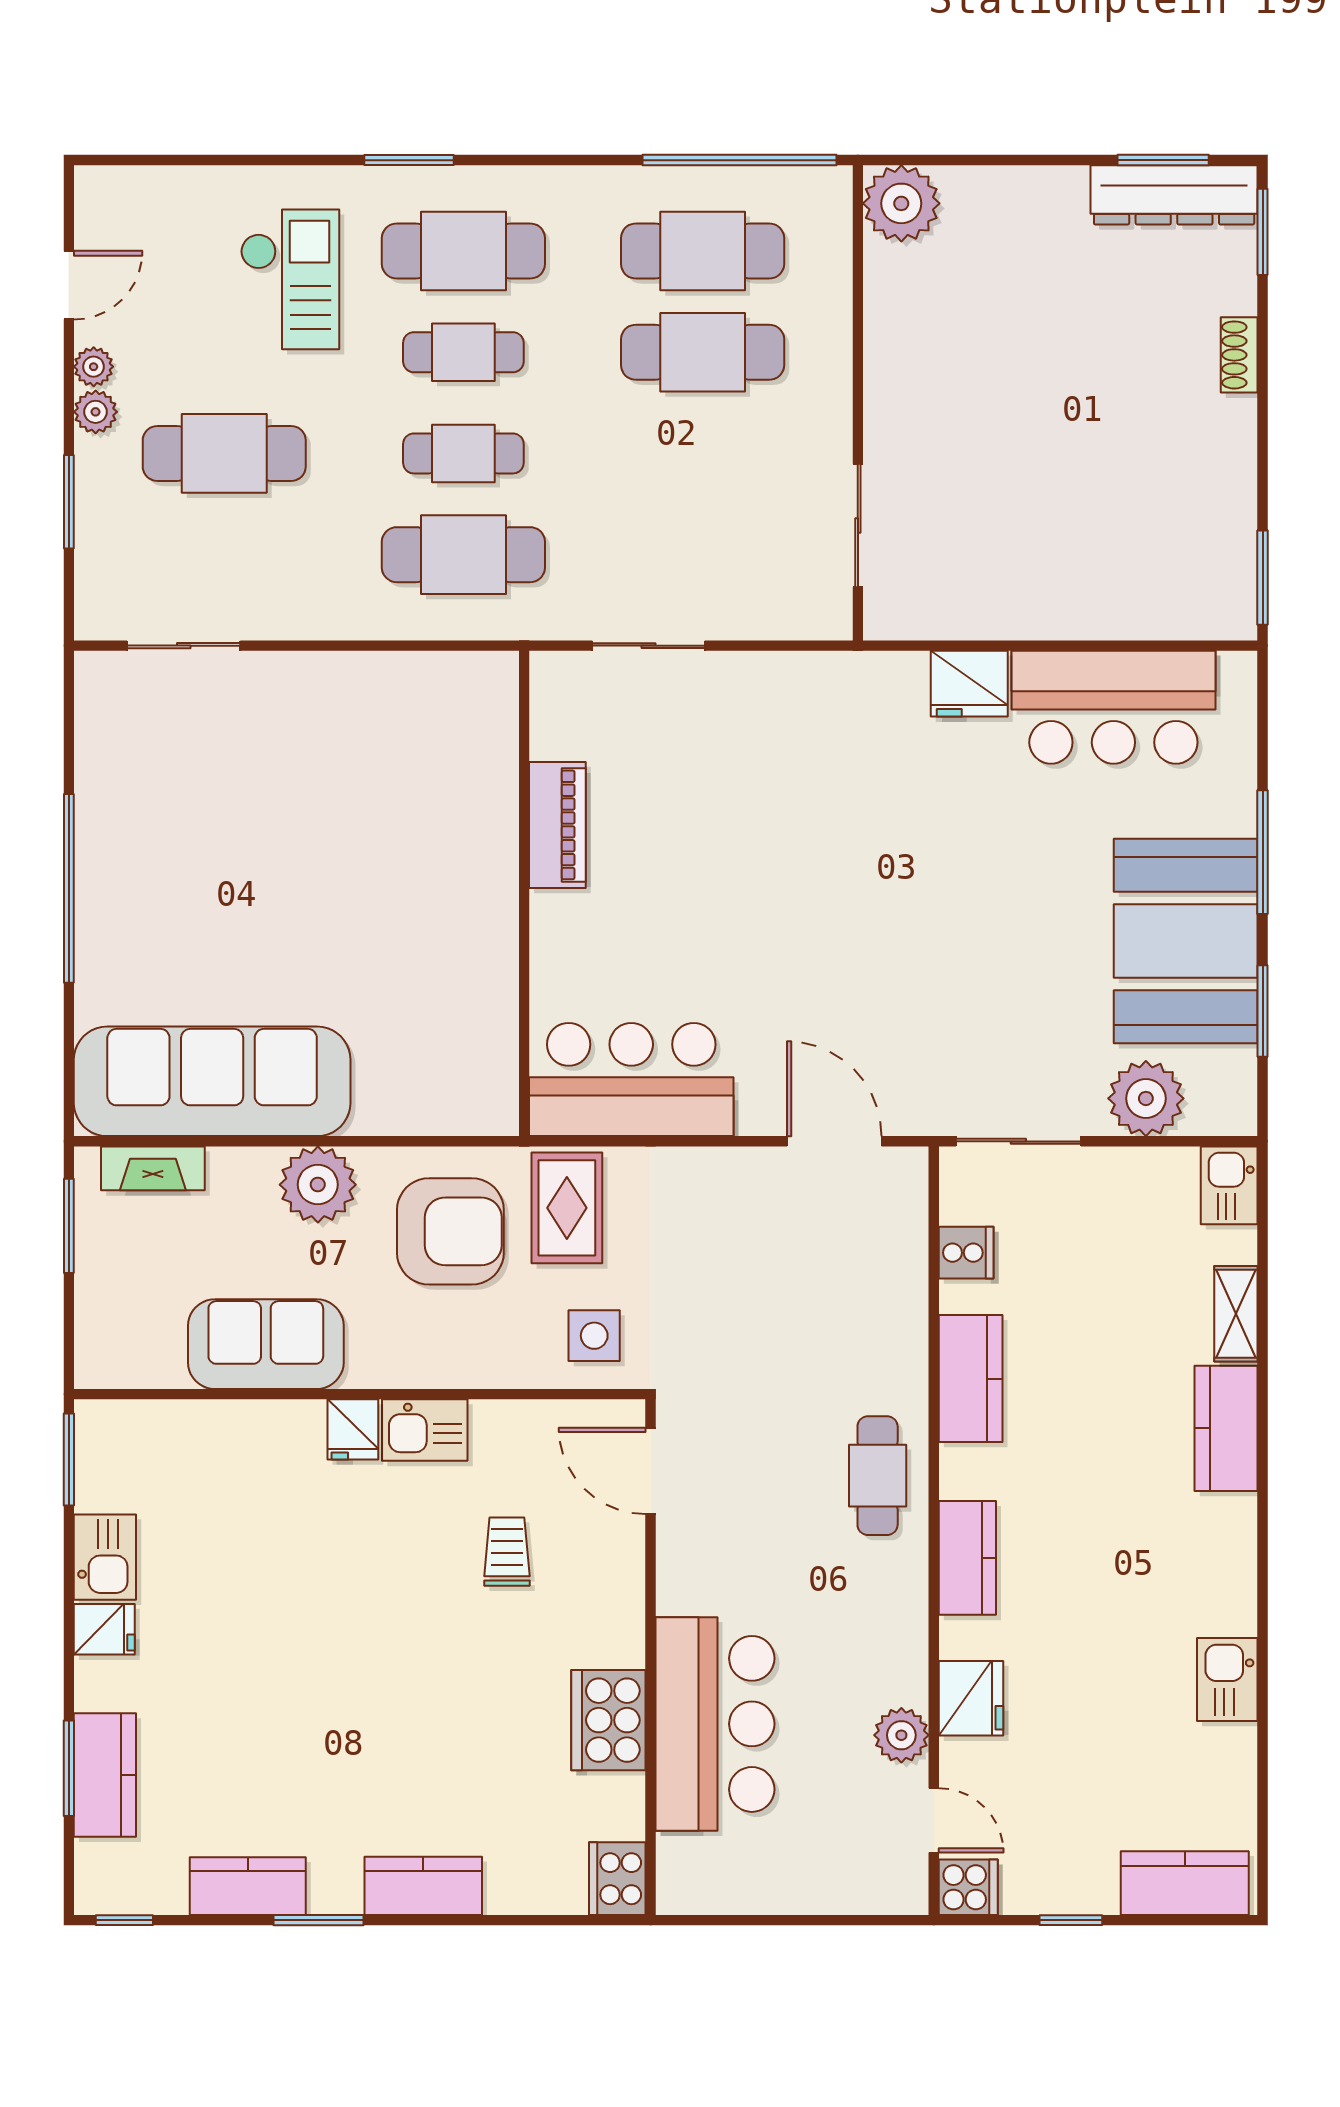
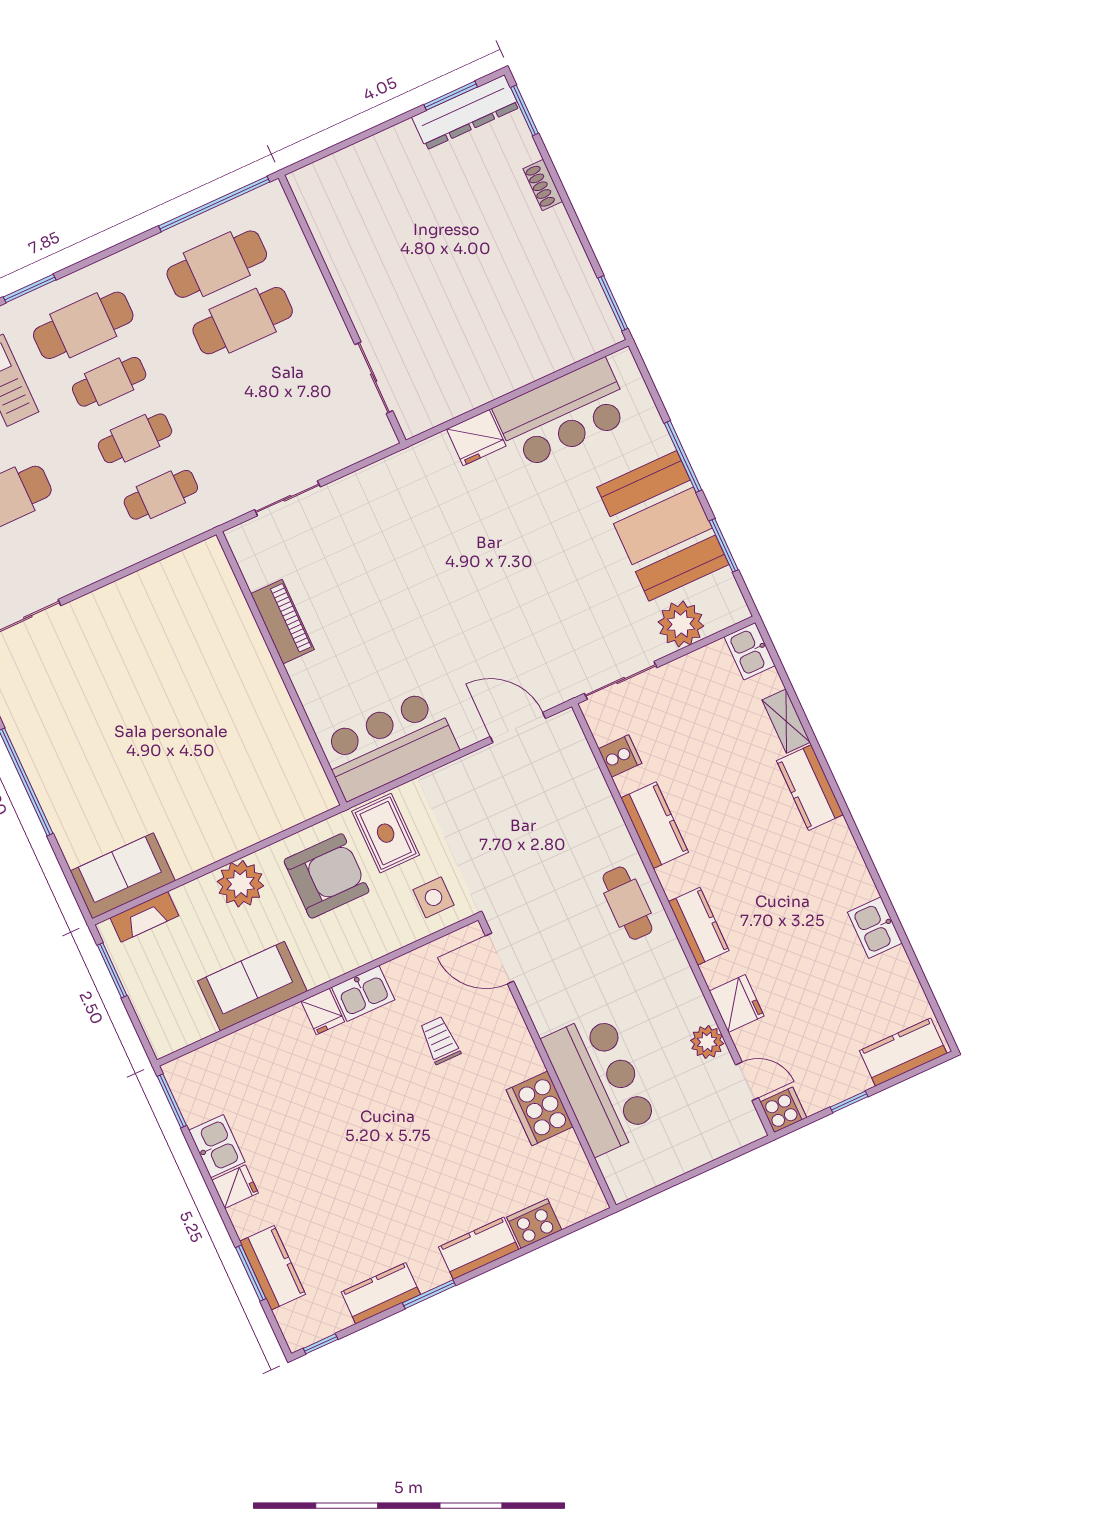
plant: (901, 203) -> (316, 187), removed
cafe table: (463, 555) -> (161, 495), width x0.73, depth x0.74
sofa: (212, 1081) -> (123, 876), width x0.54, depth x0.79
cooker: (617, 1879) -> (534, 1224), moved, turned 90

